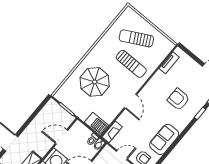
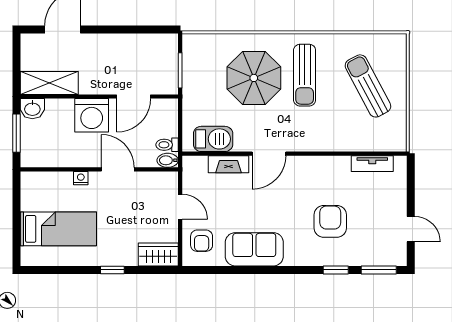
sun lounger: (131, 64) -> (305, 75), moved
barbecue: (96, 124) -> (213, 139), moved, turned -90
fireplace: (112, 132) -> (228, 164), moved
door: (62, 137) -> (134, 97), swing flipped

